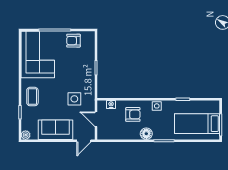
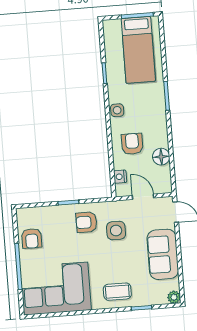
armchair: (82, 79) -> (86, 222), added
door: (96, 119) -> (143, 197), swing flipped
floor lamp: (146, 134) -> (161, 157), moved

